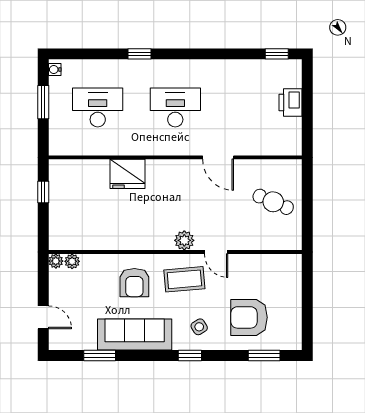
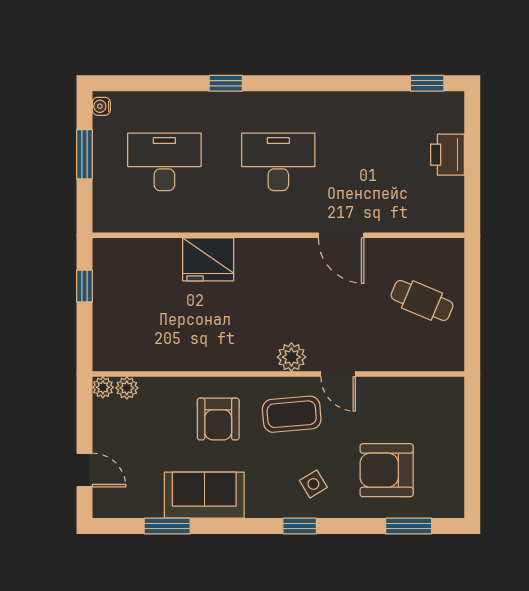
sofa: (135, 334) -> (204, 495), width x0.73

